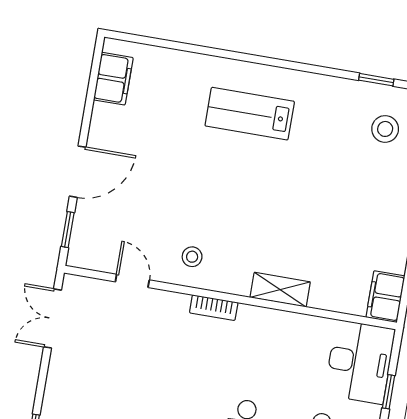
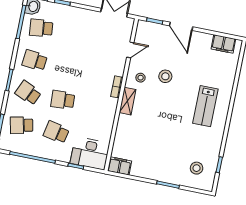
lab bench: (250, 114) -> (205, 106), turned 180
stool: (187, 203) -> (165, 76), added
shelving: (280, 290) -> (128, 101), moved

